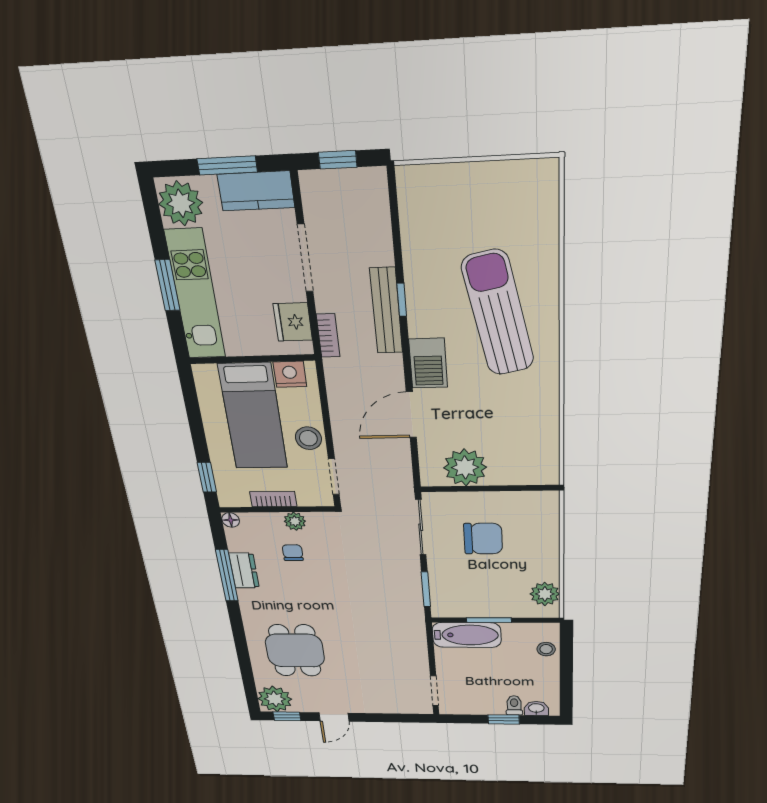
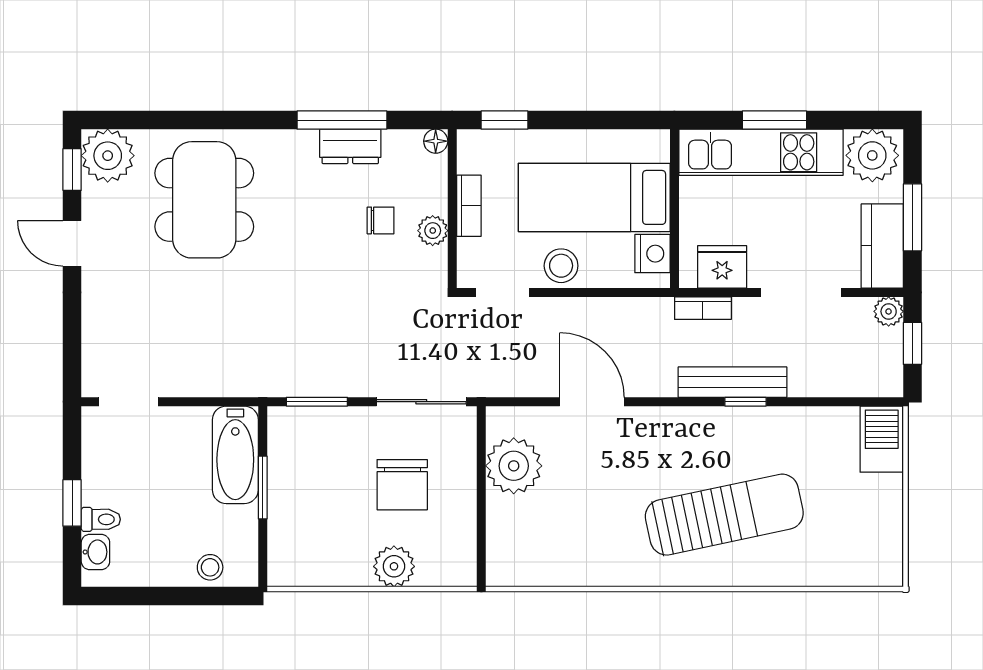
plant: (312, 183) -> (889, 311), added
barbecue: (428, 363) -> (882, 439), moved, turned 90
plant: (545, 594) -> (394, 566), moved
dining table: (295, 651) -> (204, 200), width x1.38

